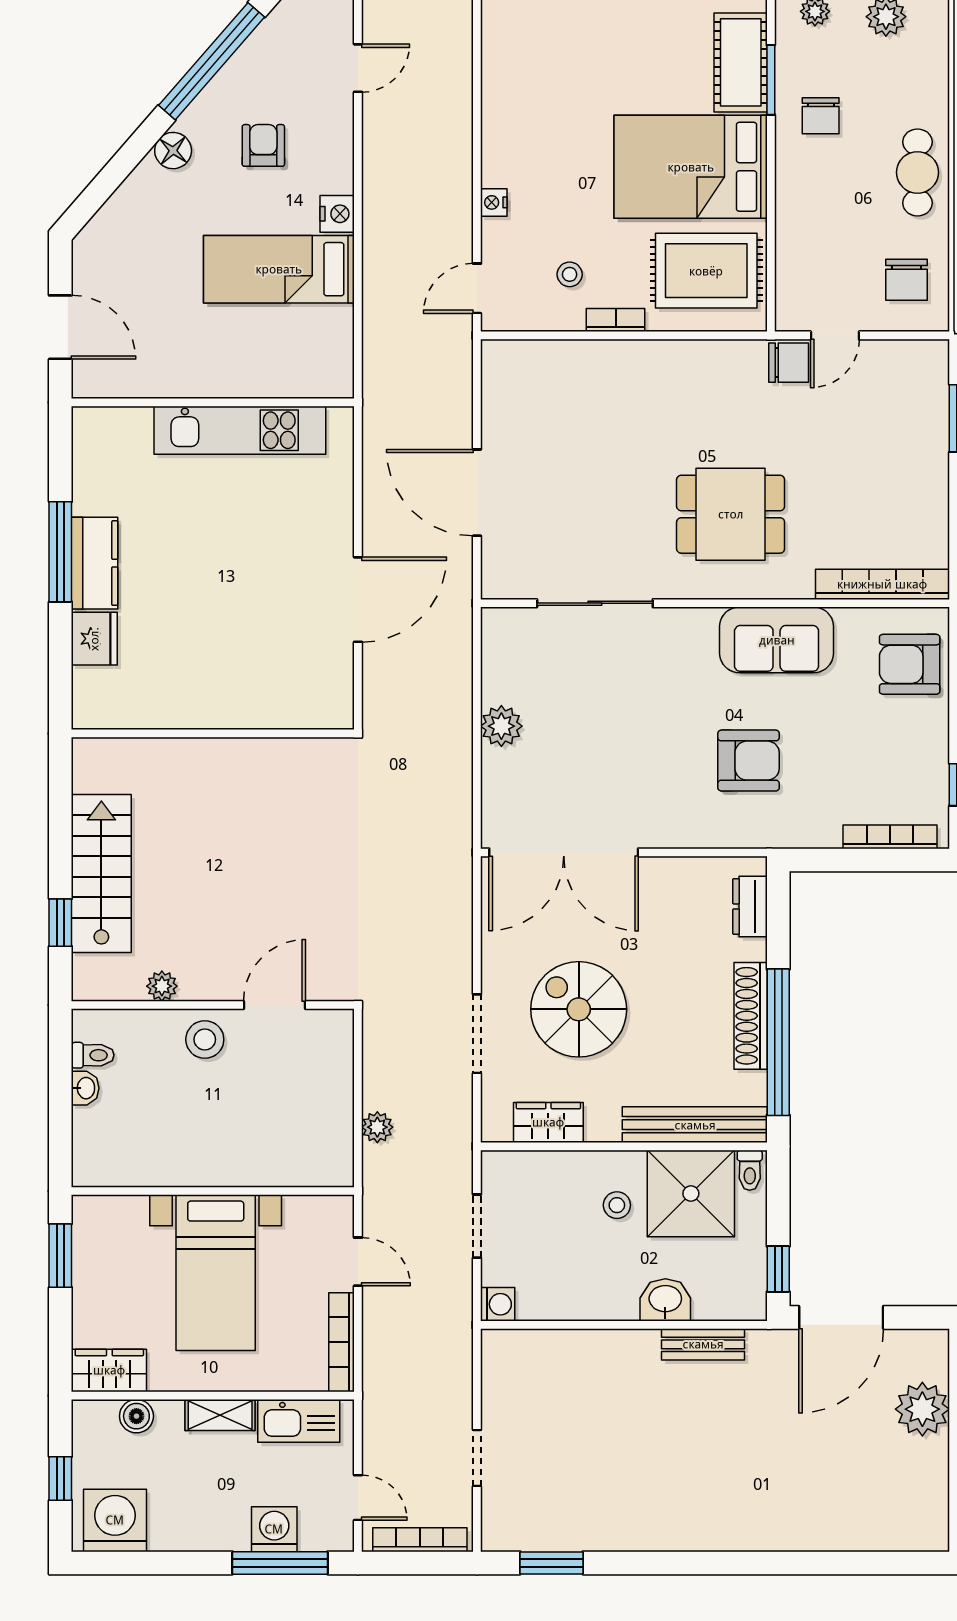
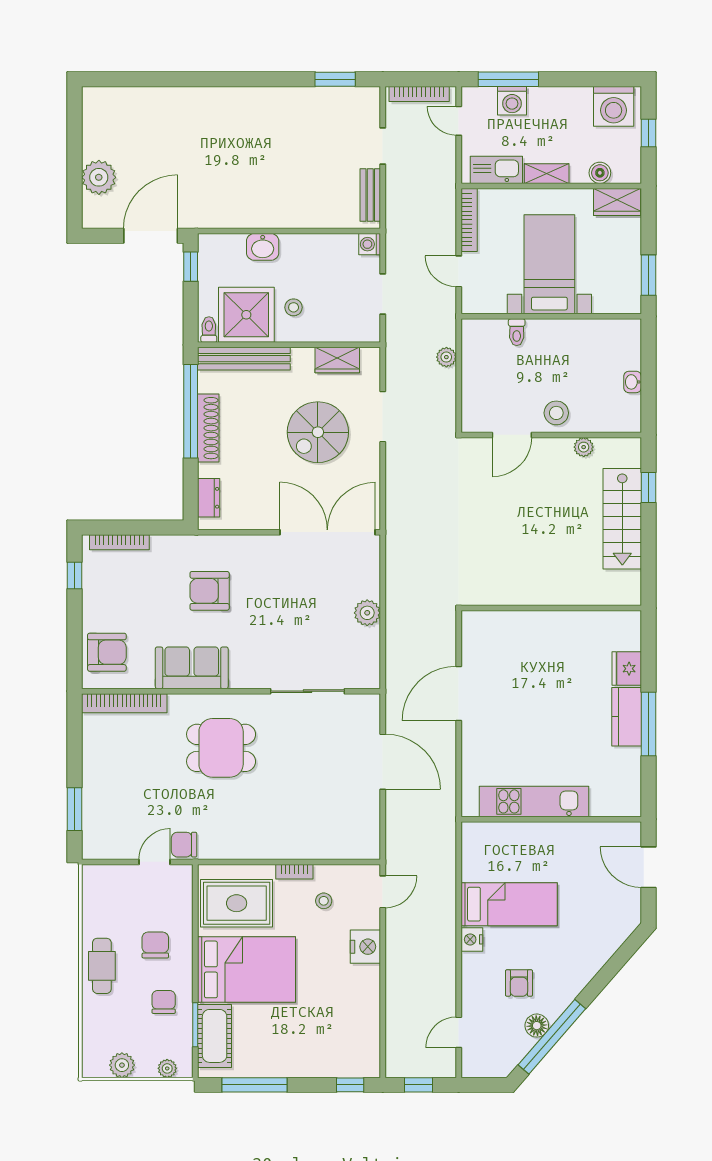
floor lamp: (173, 151) -> (537, 1026), moved
nightstand: (494, 202) -> (365, 947), width x1.89, depth x1.79
chair: (907, 280) -> (155, 945), moved
spiral stairs: (579, 1009) -> (318, 432), turned 90
toilet: (93, 1055) -> (517, 332), moved, turned -90
bench: (703, 1344) -> (370, 195), moved, turned 90

